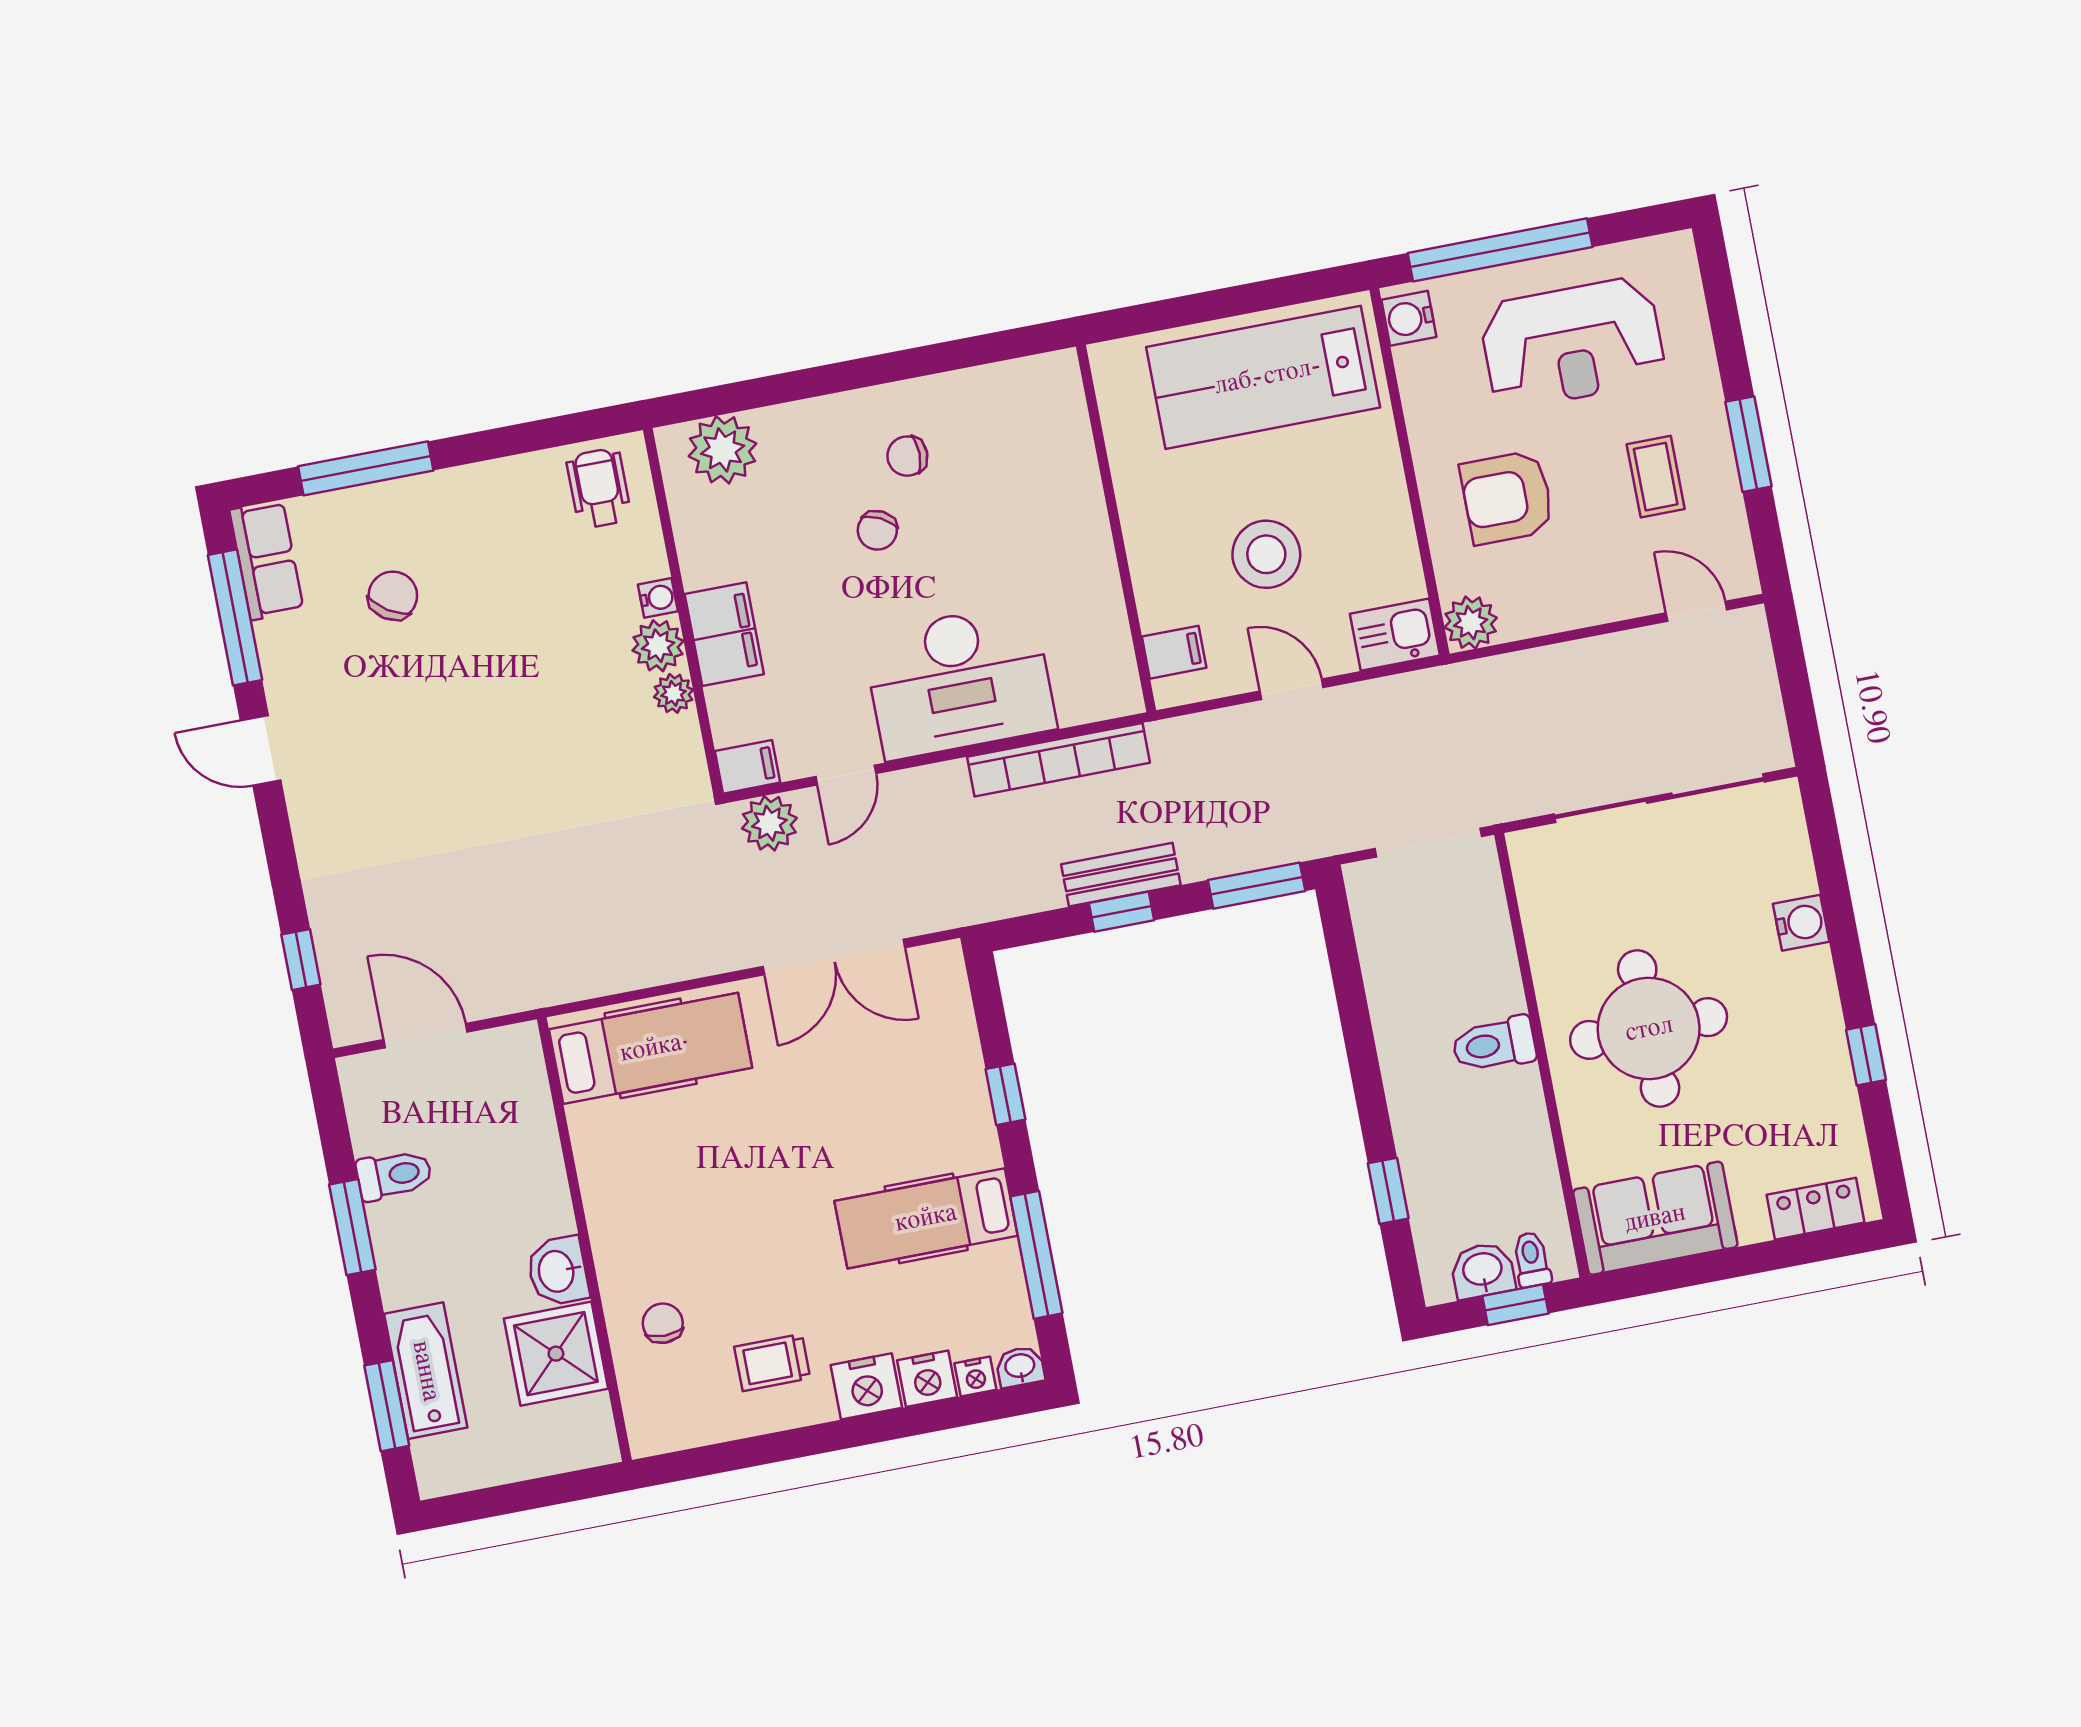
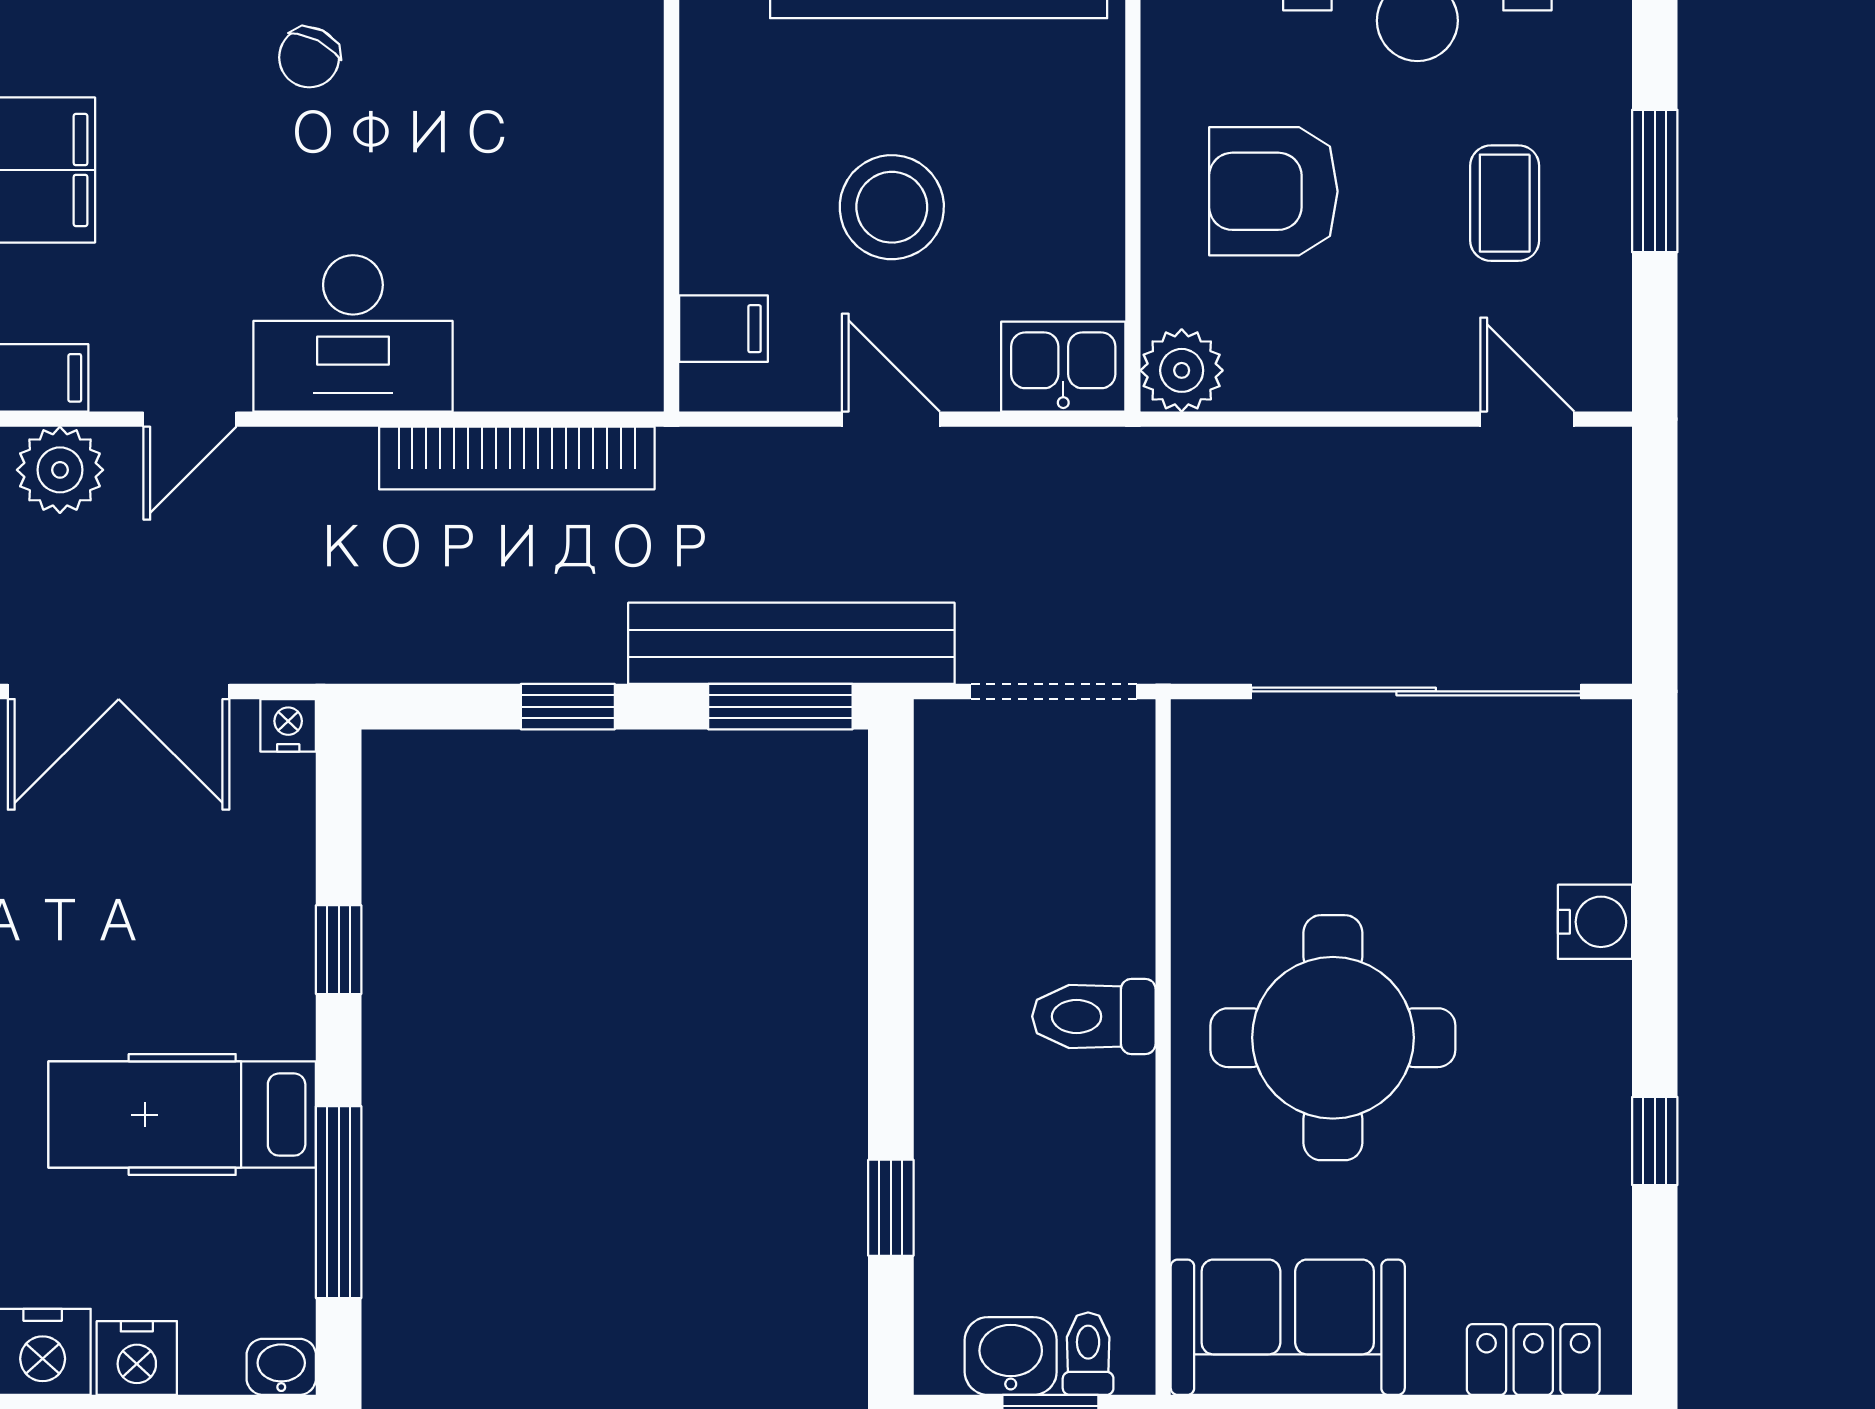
desk: (959, 681) -> (353, 333), width x0.73, depth x0.77
bench: (1121, 875) -> (791, 643), moved, width x1.86, depth x1.21
nightstand: (975, 1376) -> (288, 725), moved, turned 180

